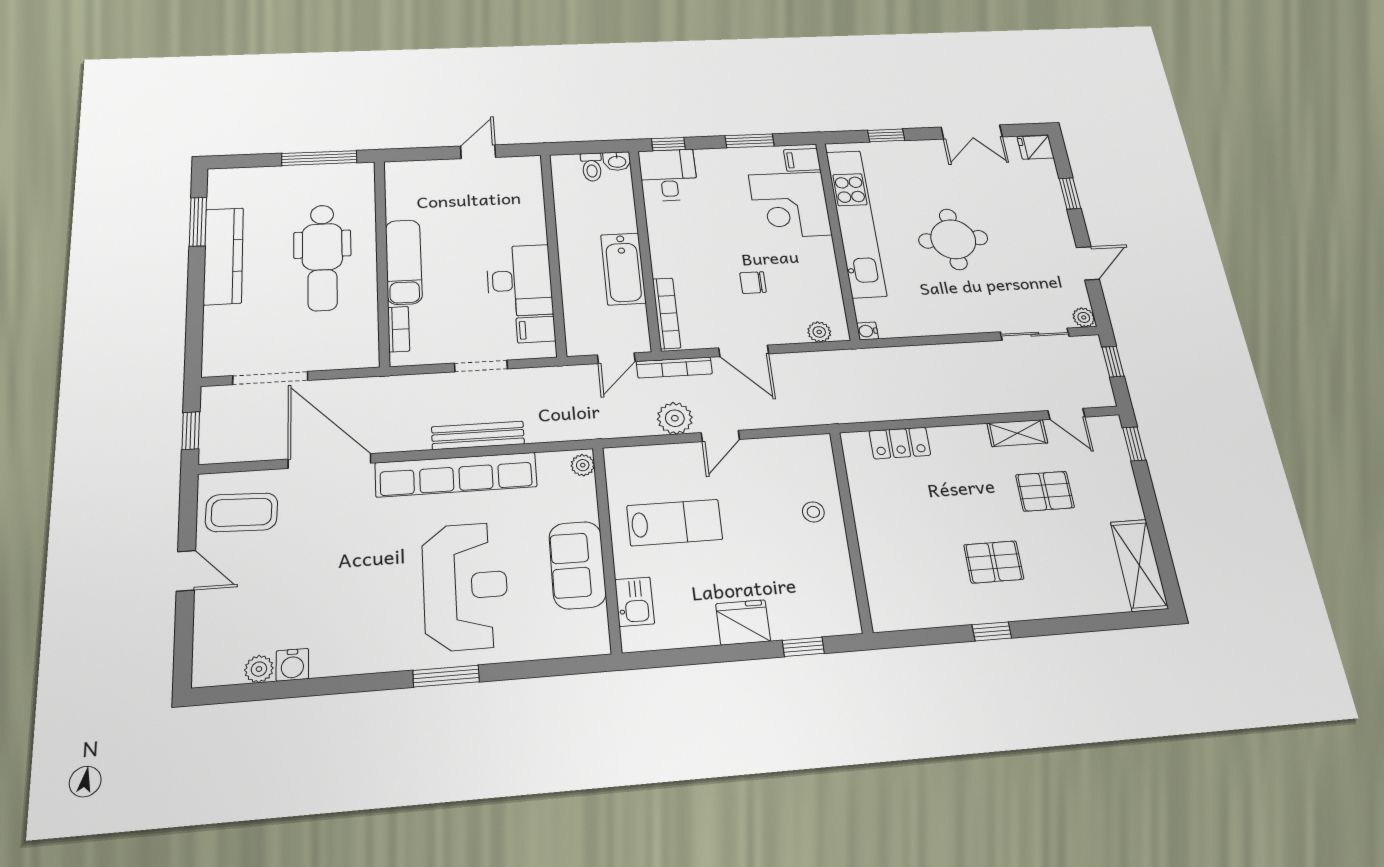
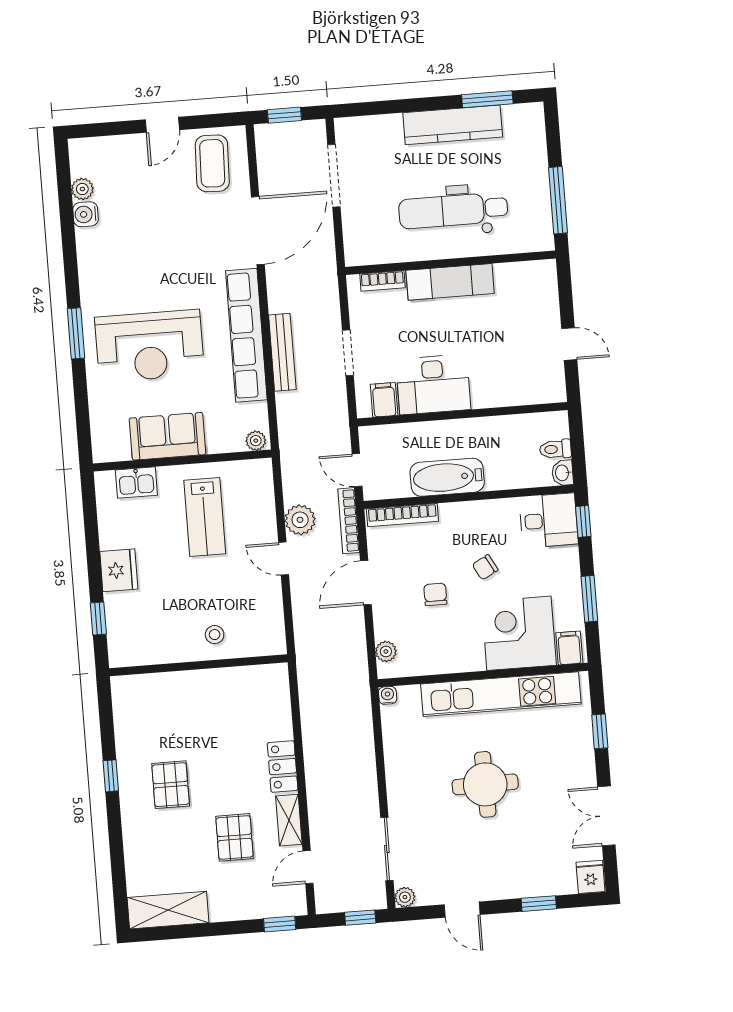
chair: (721, 235) -> (485, 567), added
locker: (900, 443) -> (283, 767), moved

